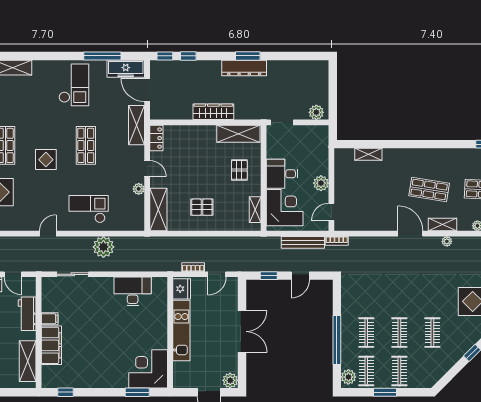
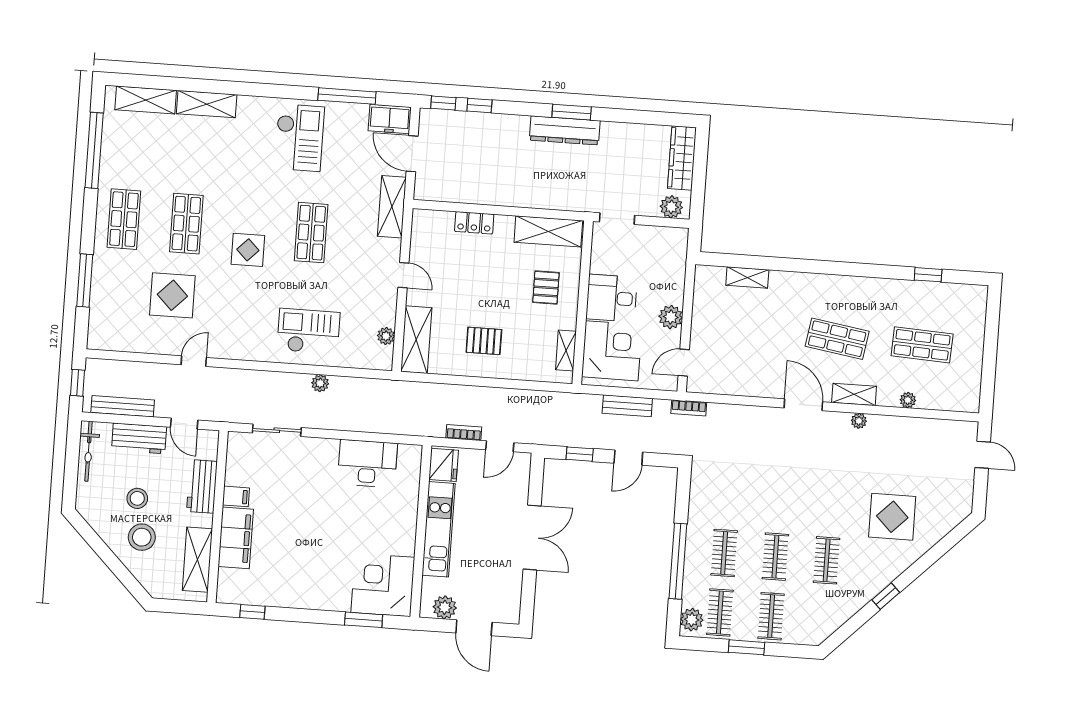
freezer: (126, 69) -> (390, 119), width x0.71
wardrobe: (213, 112) -> (682, 158), moved, turned -90
locker: (156, 138) -> (474, 223), moved, turned 90
plant: (139, 189) -> (386, 336), moved
door: (48, 234) -> (194, 361), moved
bench: (303, 242) -> (627, 406), width x0.73
plant: (103, 247) -> (320, 383), width x0.53, depth x0.53
plant: (230, 380) -> (445, 607), moved

